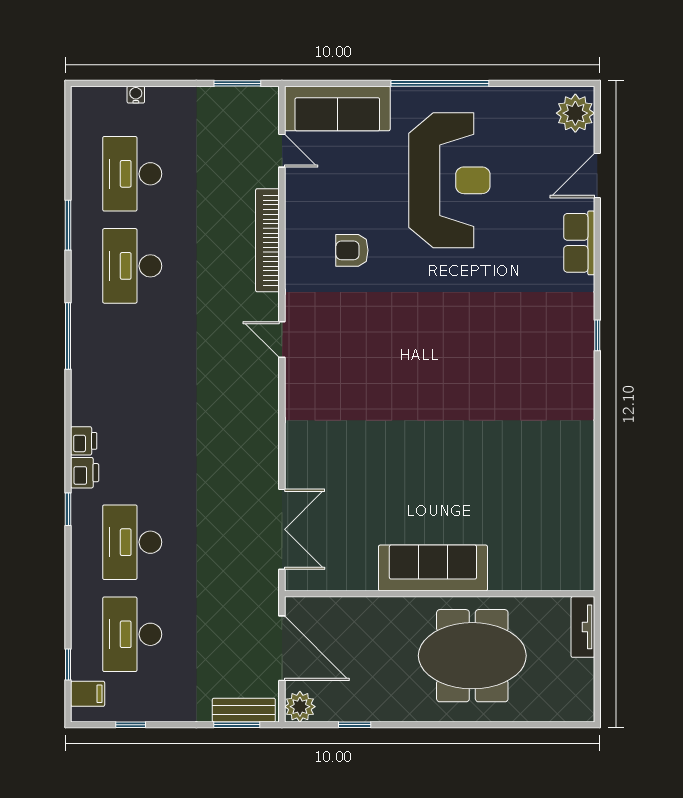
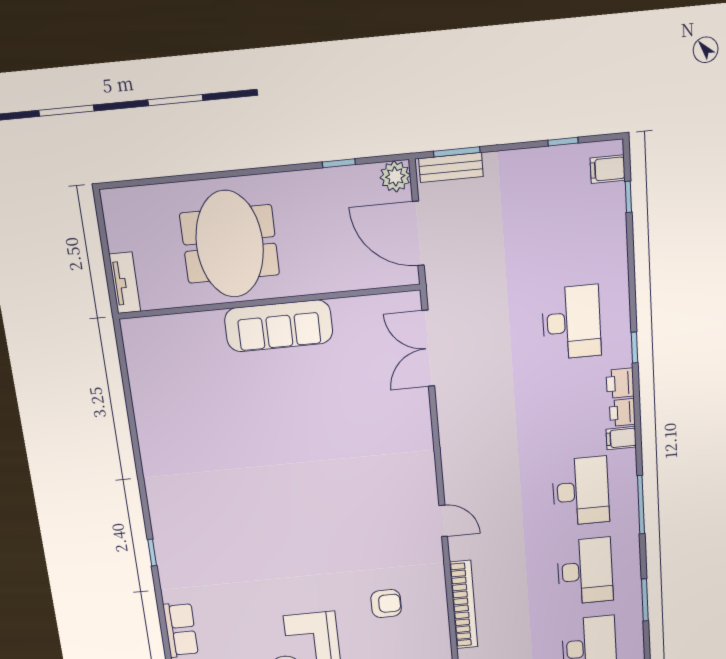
filing cabinet: (86, 413) -> (621, 438), added
desk: (132, 634) -> (581, 491), moved
meeting table: (472, 656) -> (230, 244), turned 90

